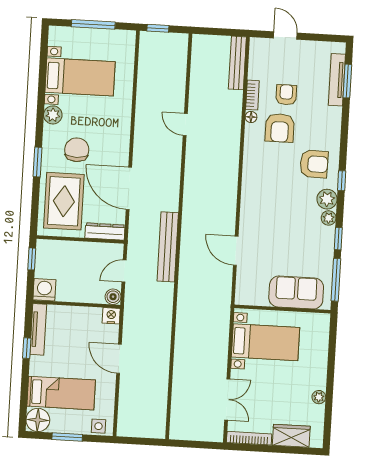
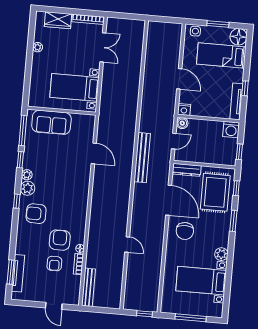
chair: (77, 150) -> (185, 231), moved
window: (35, 208) -> (236, 188), added
double door: (227, 399) -> (103, 47), swing flipped

